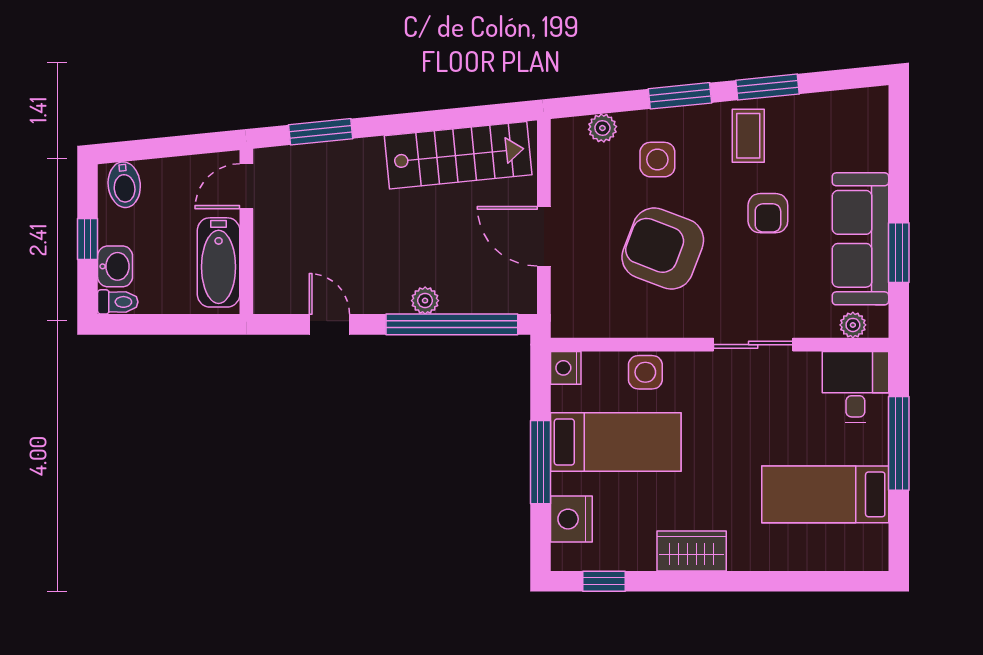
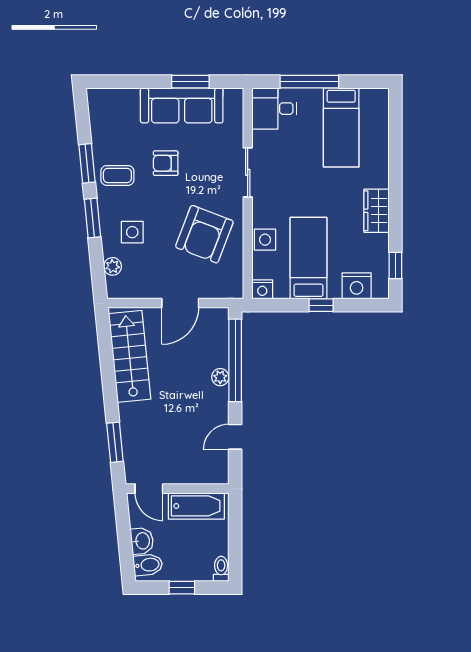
armchair: (768, 213) -> (166, 163), turned 180
armchair: (663, 248) -> (204, 234), moved
washbasin: (115, 266) -> (142, 541), moved, turned 84
plant: (853, 325) -> (235, 110), removed
window: (540, 462) -> (321, 305), width x0.46

